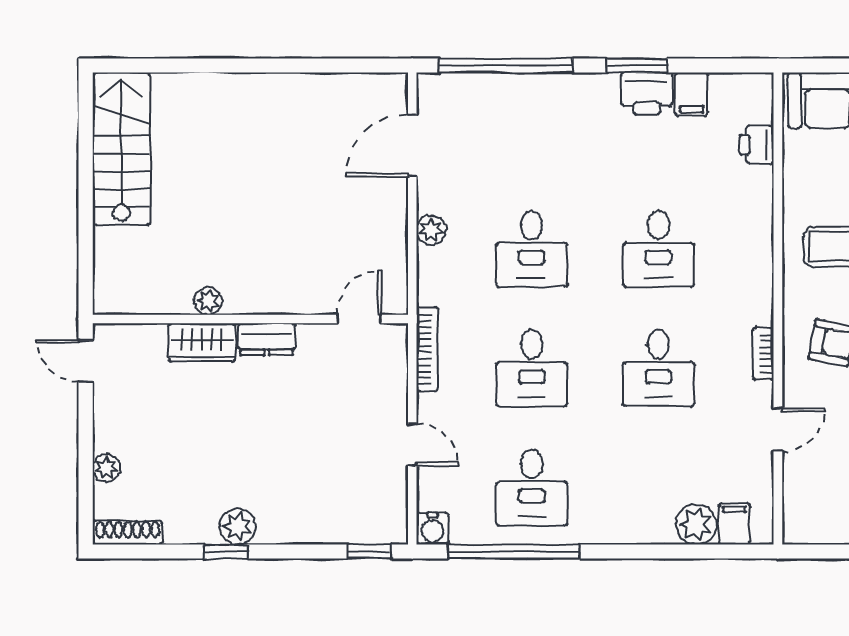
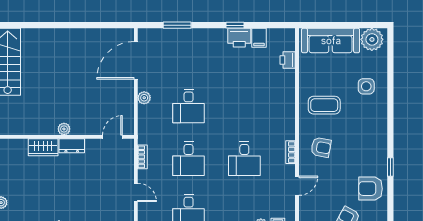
window: (506, 65) -> (177, 25), width x0.47
window: (637, 65) -> (235, 25), width x0.67
door: (412, 145) -> (136, 60), width x1.36
desk: (658, 249) -> (244, 106), removed
plant: (208, 301) -> (64, 129), moved
bookcase: (427, 349) -> (142, 157), width x0.64

